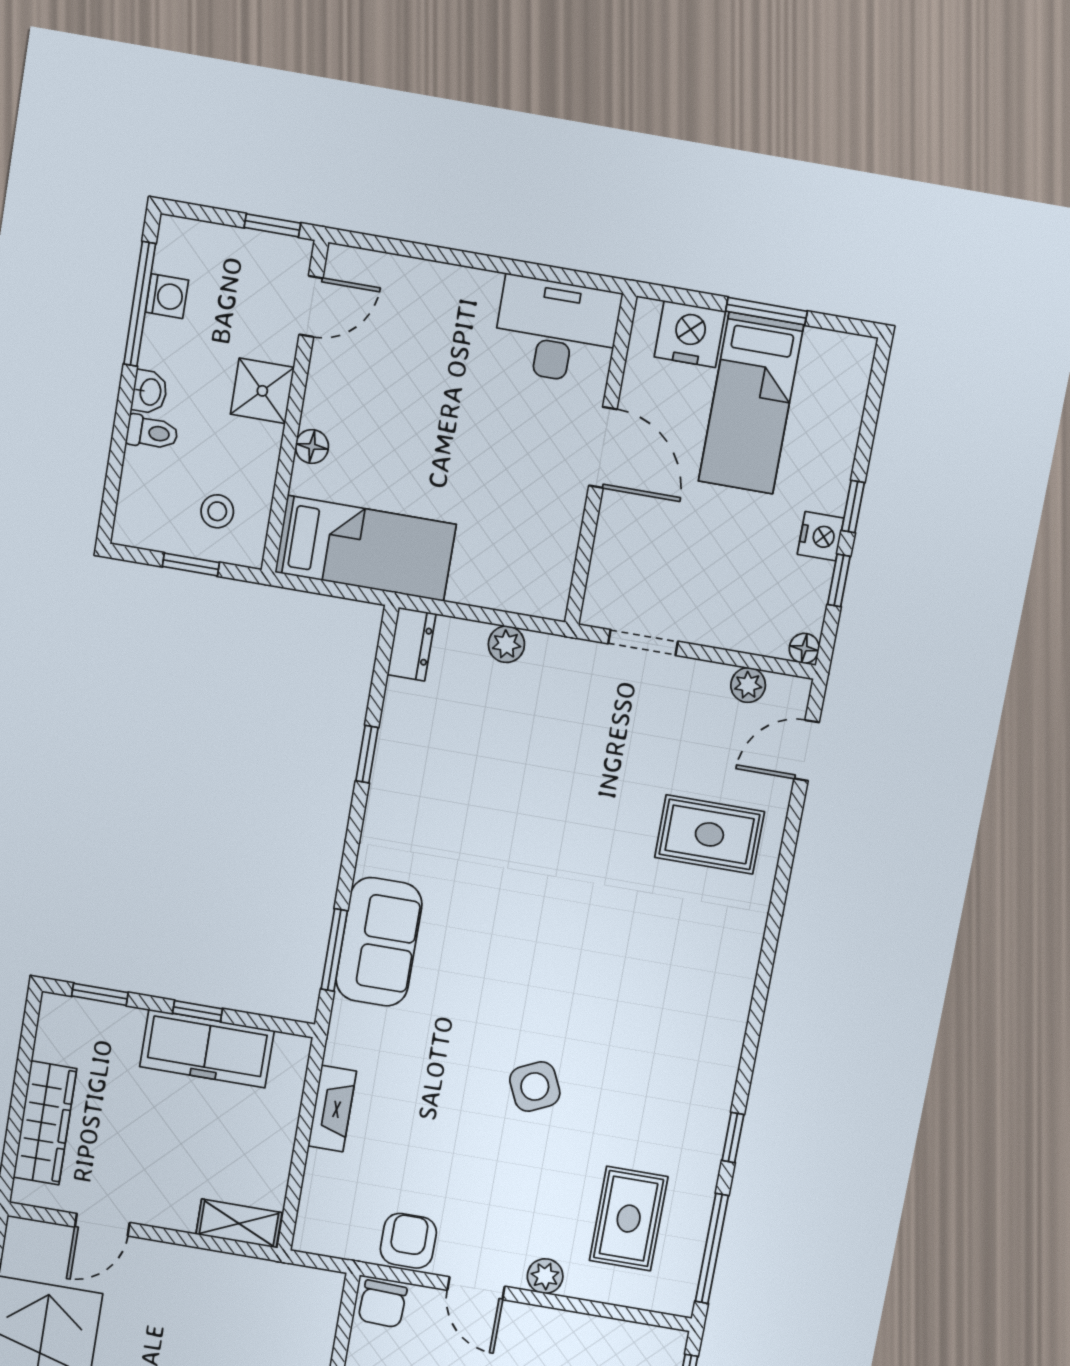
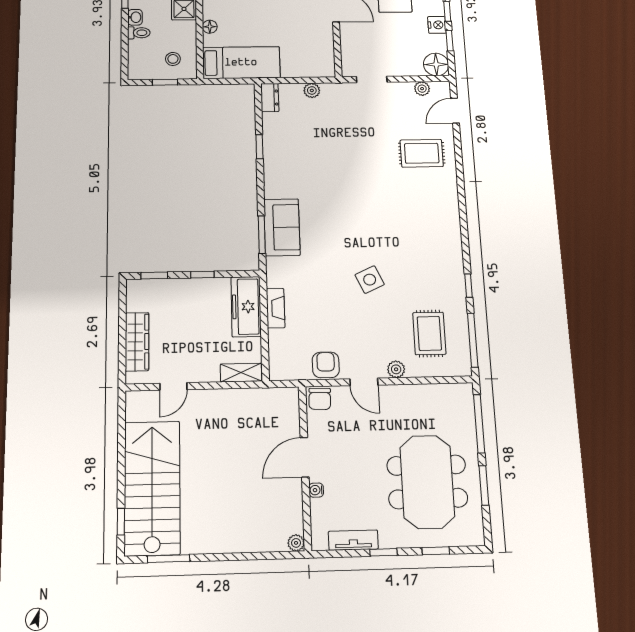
floor lamp: (804, 648) -> (436, 64), width x1.89, depth x1.89
freezer: (207, 1049) -> (246, 307), moved, turned 90

